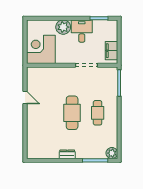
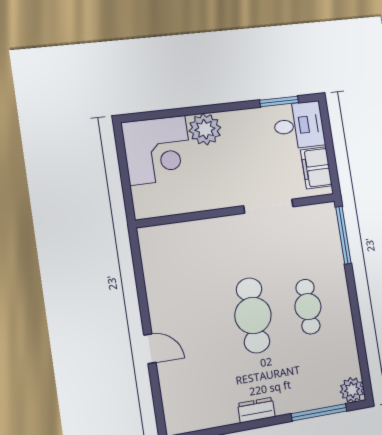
desk: (82, 31) -> (299, 125), moved, turned 90
corner desk: (41, 49) -> (157, 150), moved, turned 180
door: (25, 98) -> (150, 349), moved

